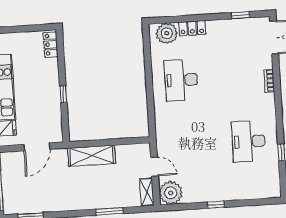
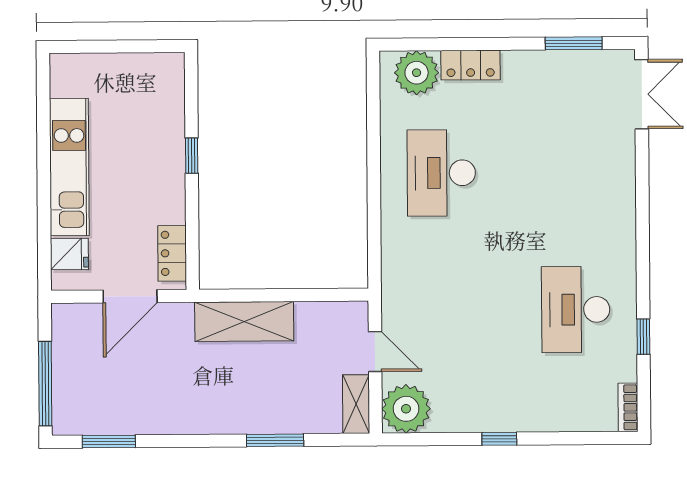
window: (241, 15) -> (574, 43), width x1.50
locker: (51, 44) -> (172, 253), moved
bookcase: (269, 81) -> (628, 407), moved
window: (63, 94) -> (192, 156), moved

